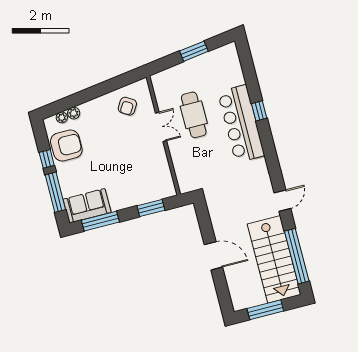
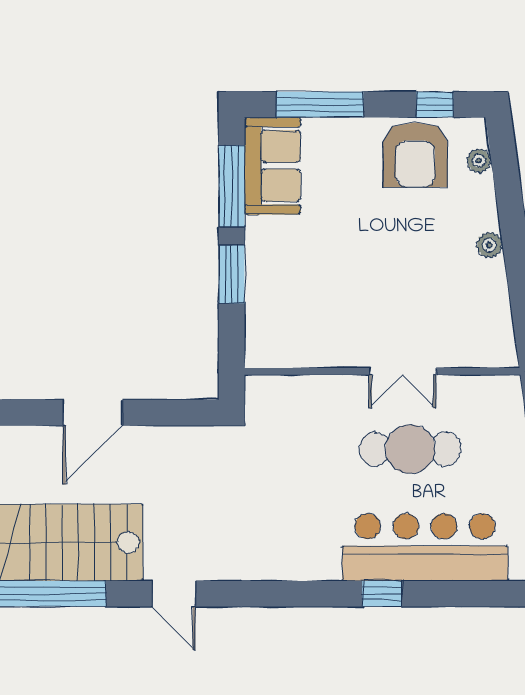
armchair: (127, 106) -> (467, 310), removed
plant: (74, 113) -> (489, 245), moved
bar counter: (241, 124) -> (425, 547), moved
window: (47, 159) -> (435, 105), moved
window: (151, 208) -> (232, 274), moved

